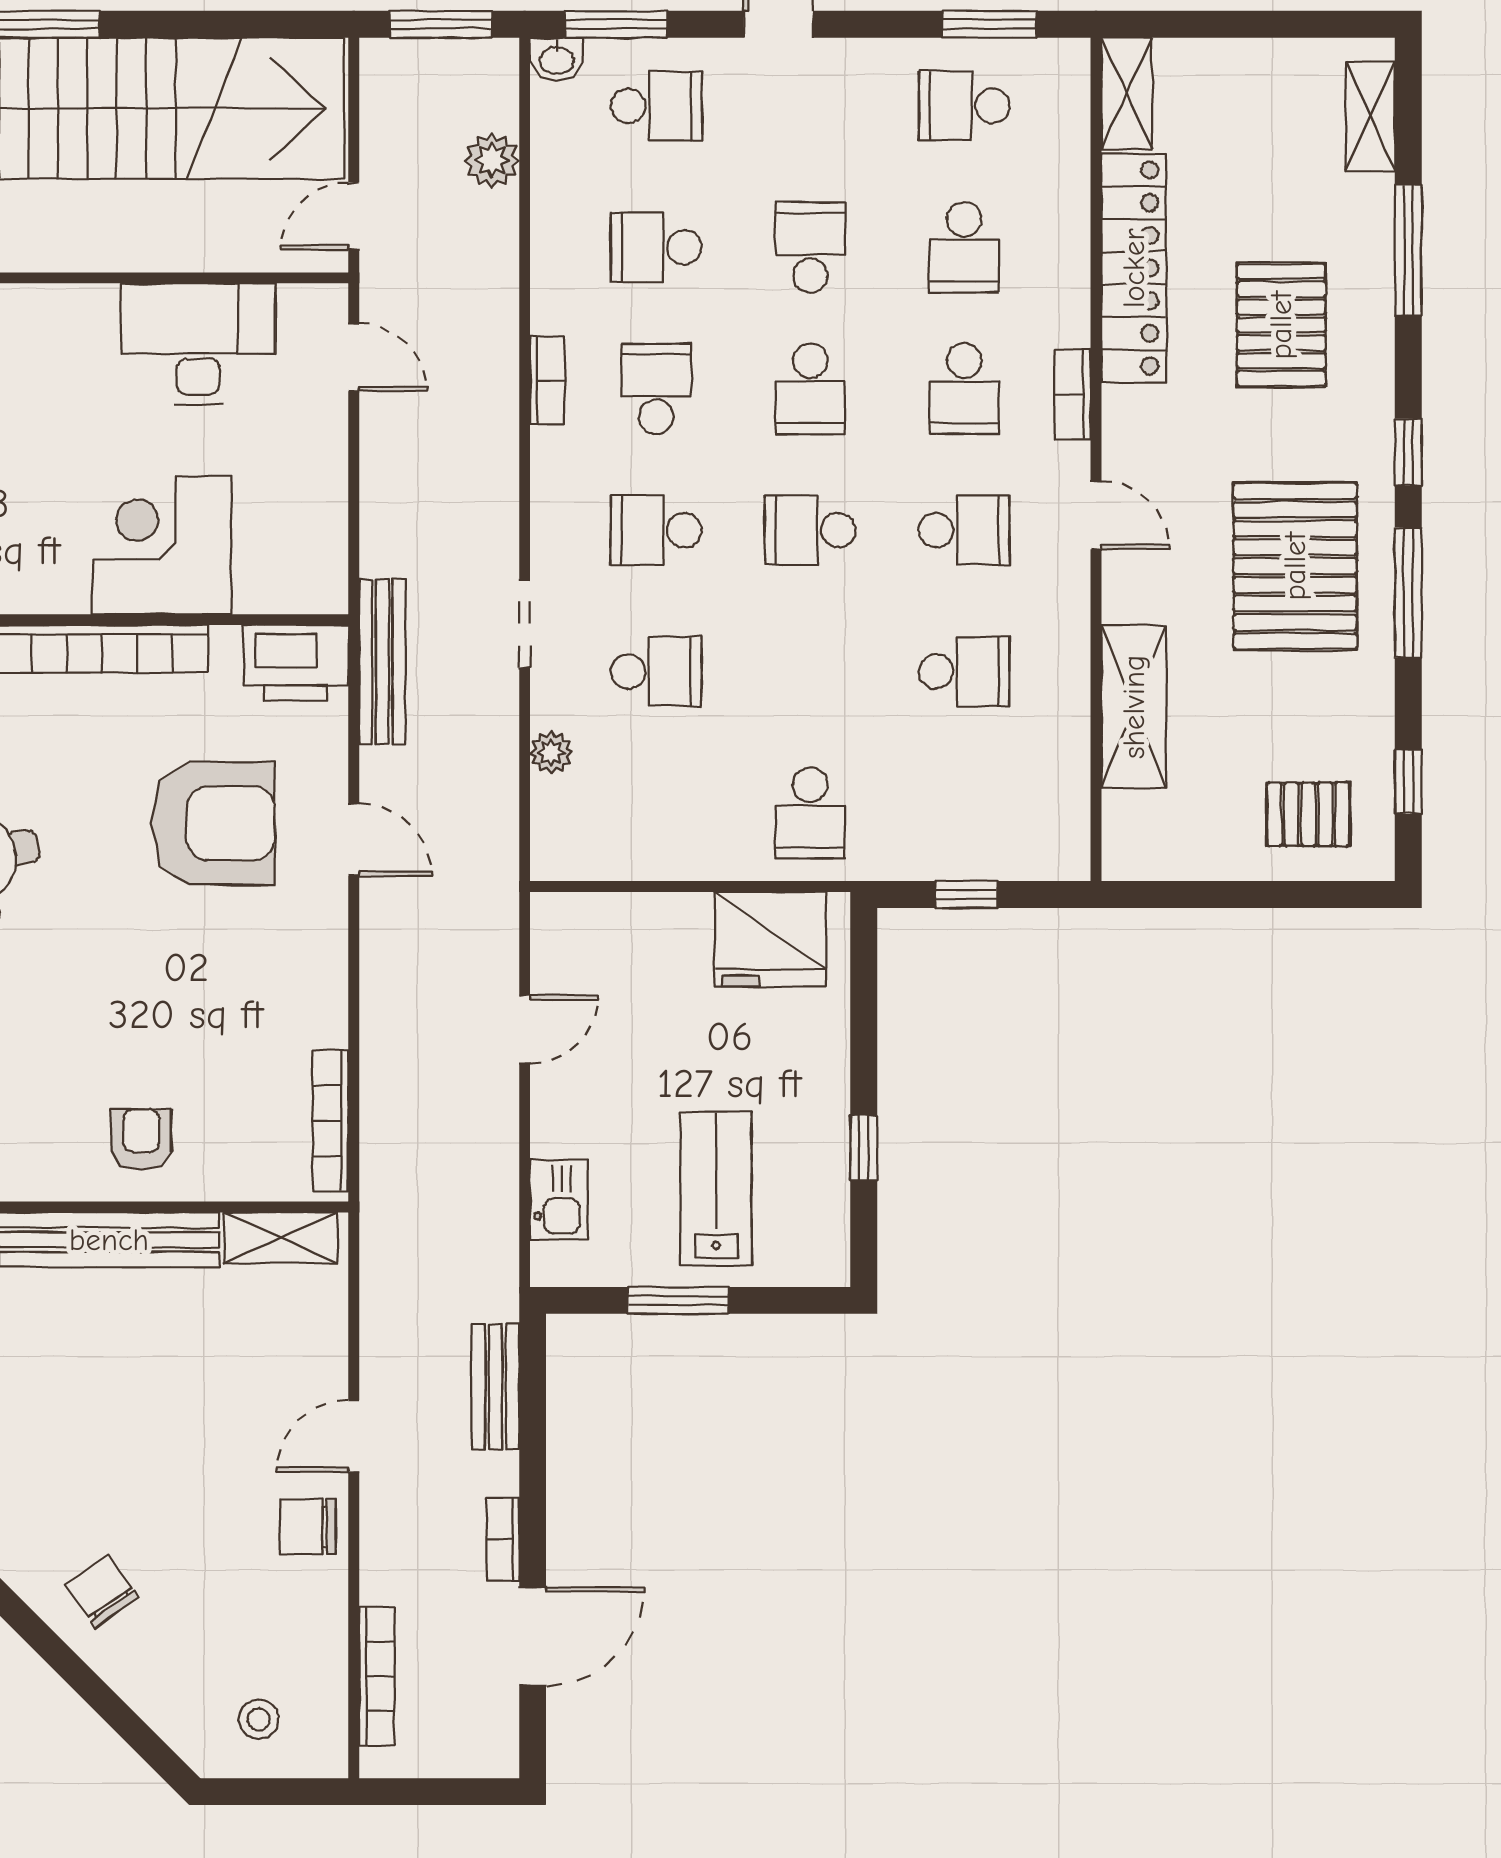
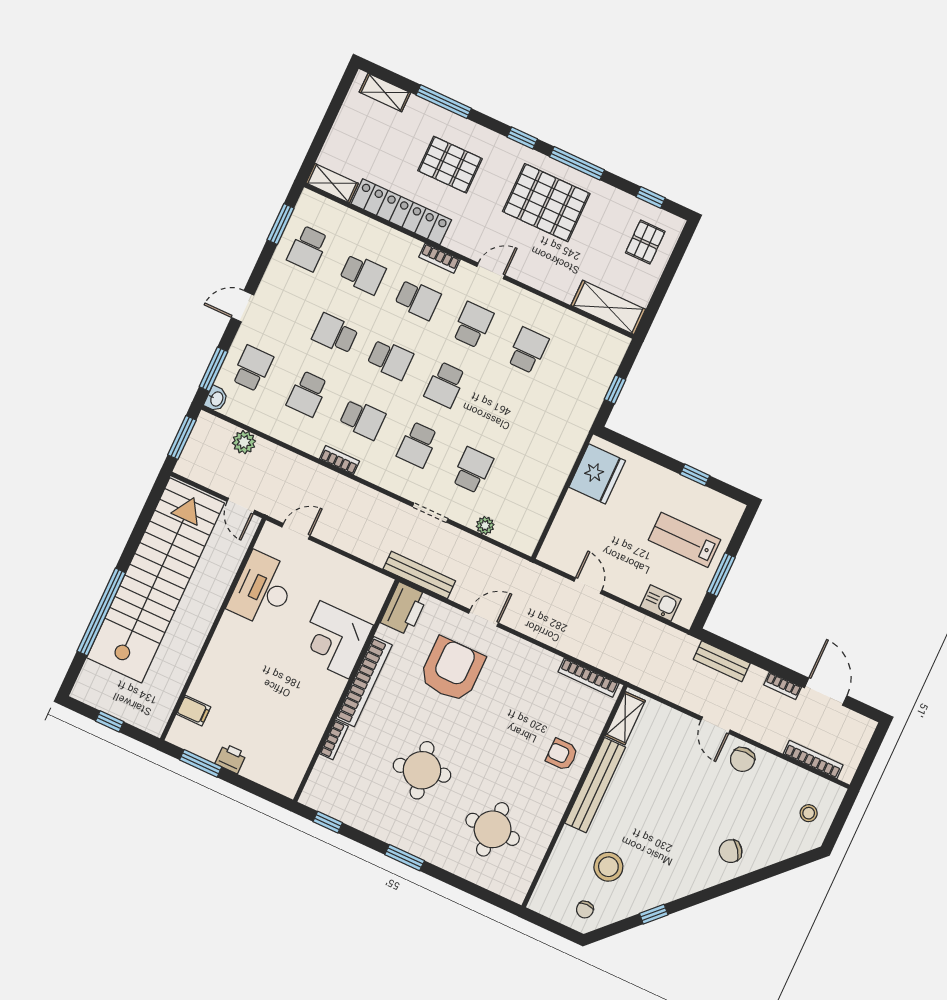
school desk: (656, 389) -> (362, 419), turned 180
shelving: (1134, 707) -> (608, 307), moved
school desk: (810, 813) -> (555, 436), removed

